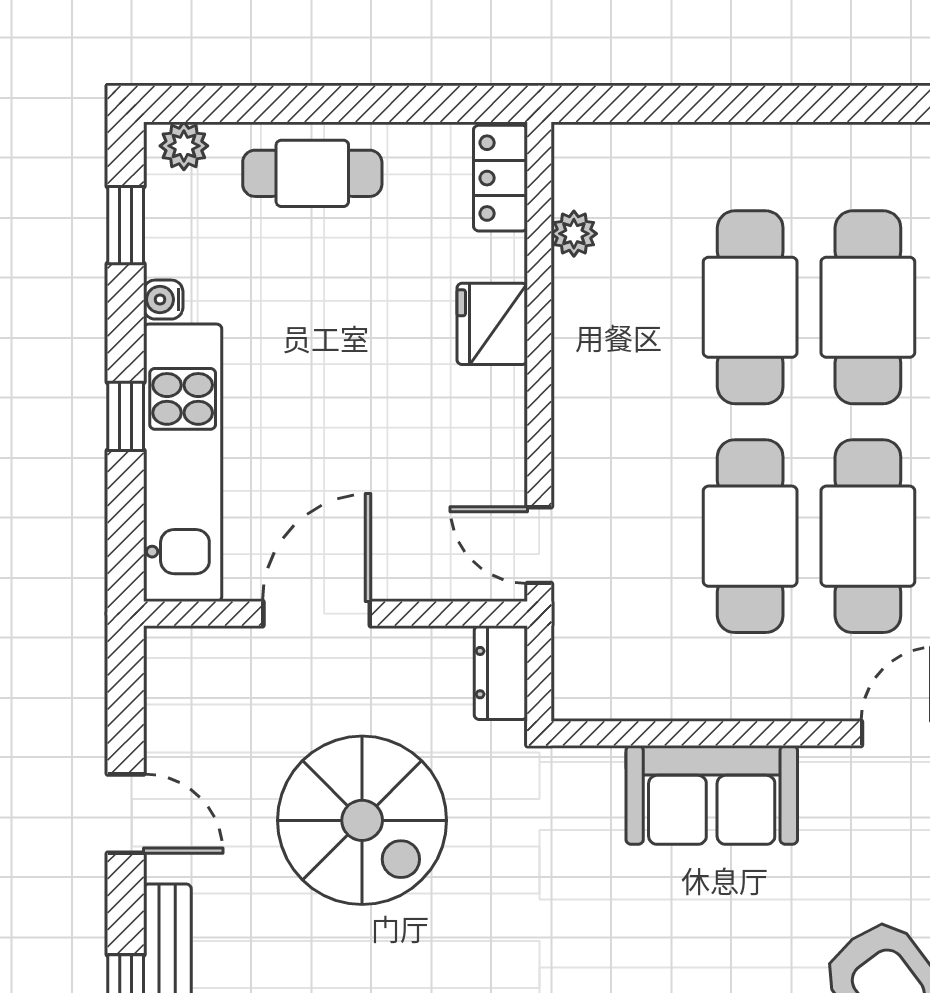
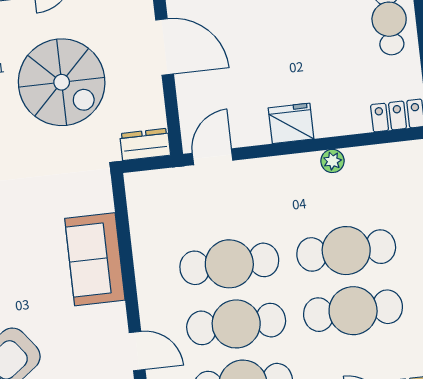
plant: (574, 234) -> (332, 161), moved
fridge: (492, 324) -> (291, 123), moved
spiral stairs: (362, 820) -> (62, 82), turned -90

